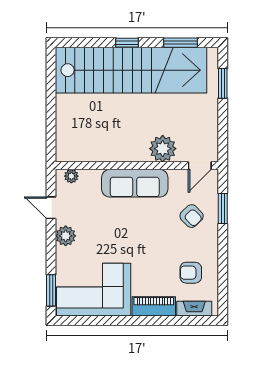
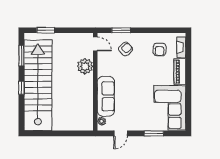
sofa: (135, 183) -> (106, 96), moved
plant: (66, 236) -> (138, 125), removed
window: (51, 290) -> (154, 133), moved

